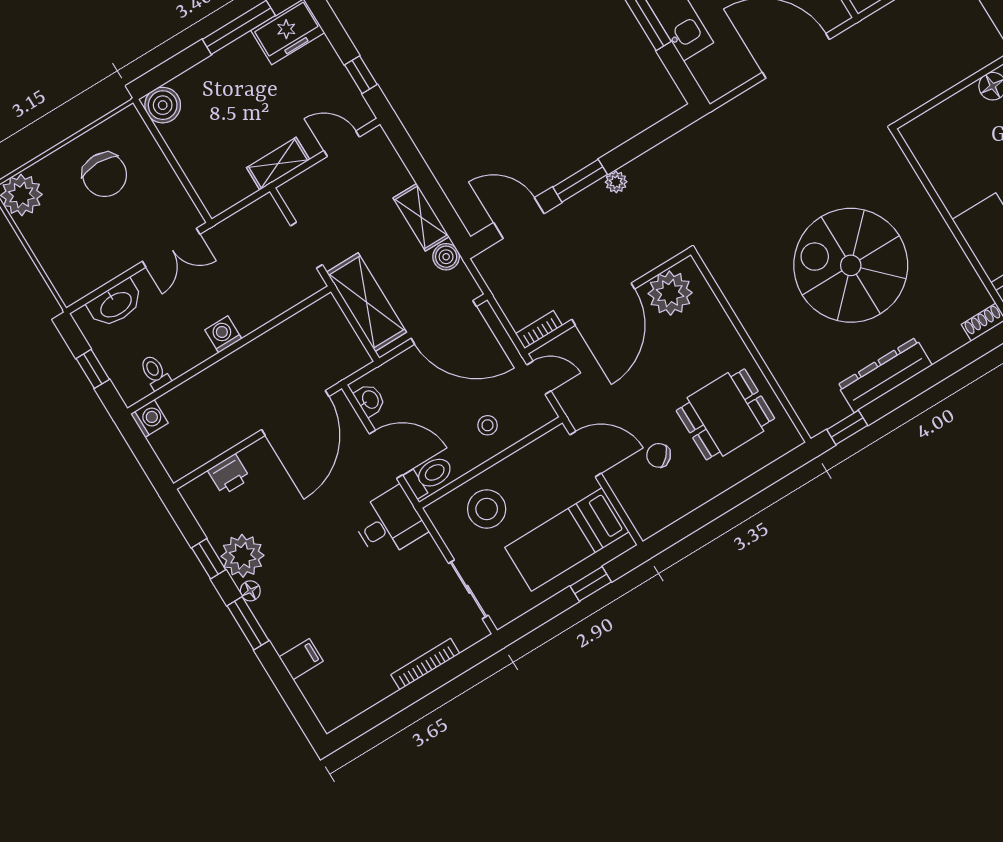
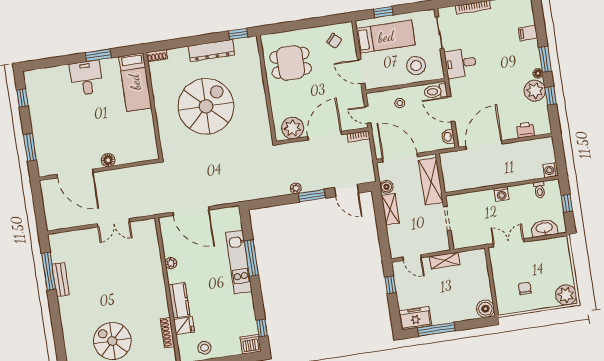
chair: (105, 175) -> (525, 288), width x0.54, depth x0.54
spiral stairs: (851, 265) -> (206, 106), turned -90
chair: (659, 455) -> (334, 41), moved
desk: (389, 523) -> (461, 63), moved

